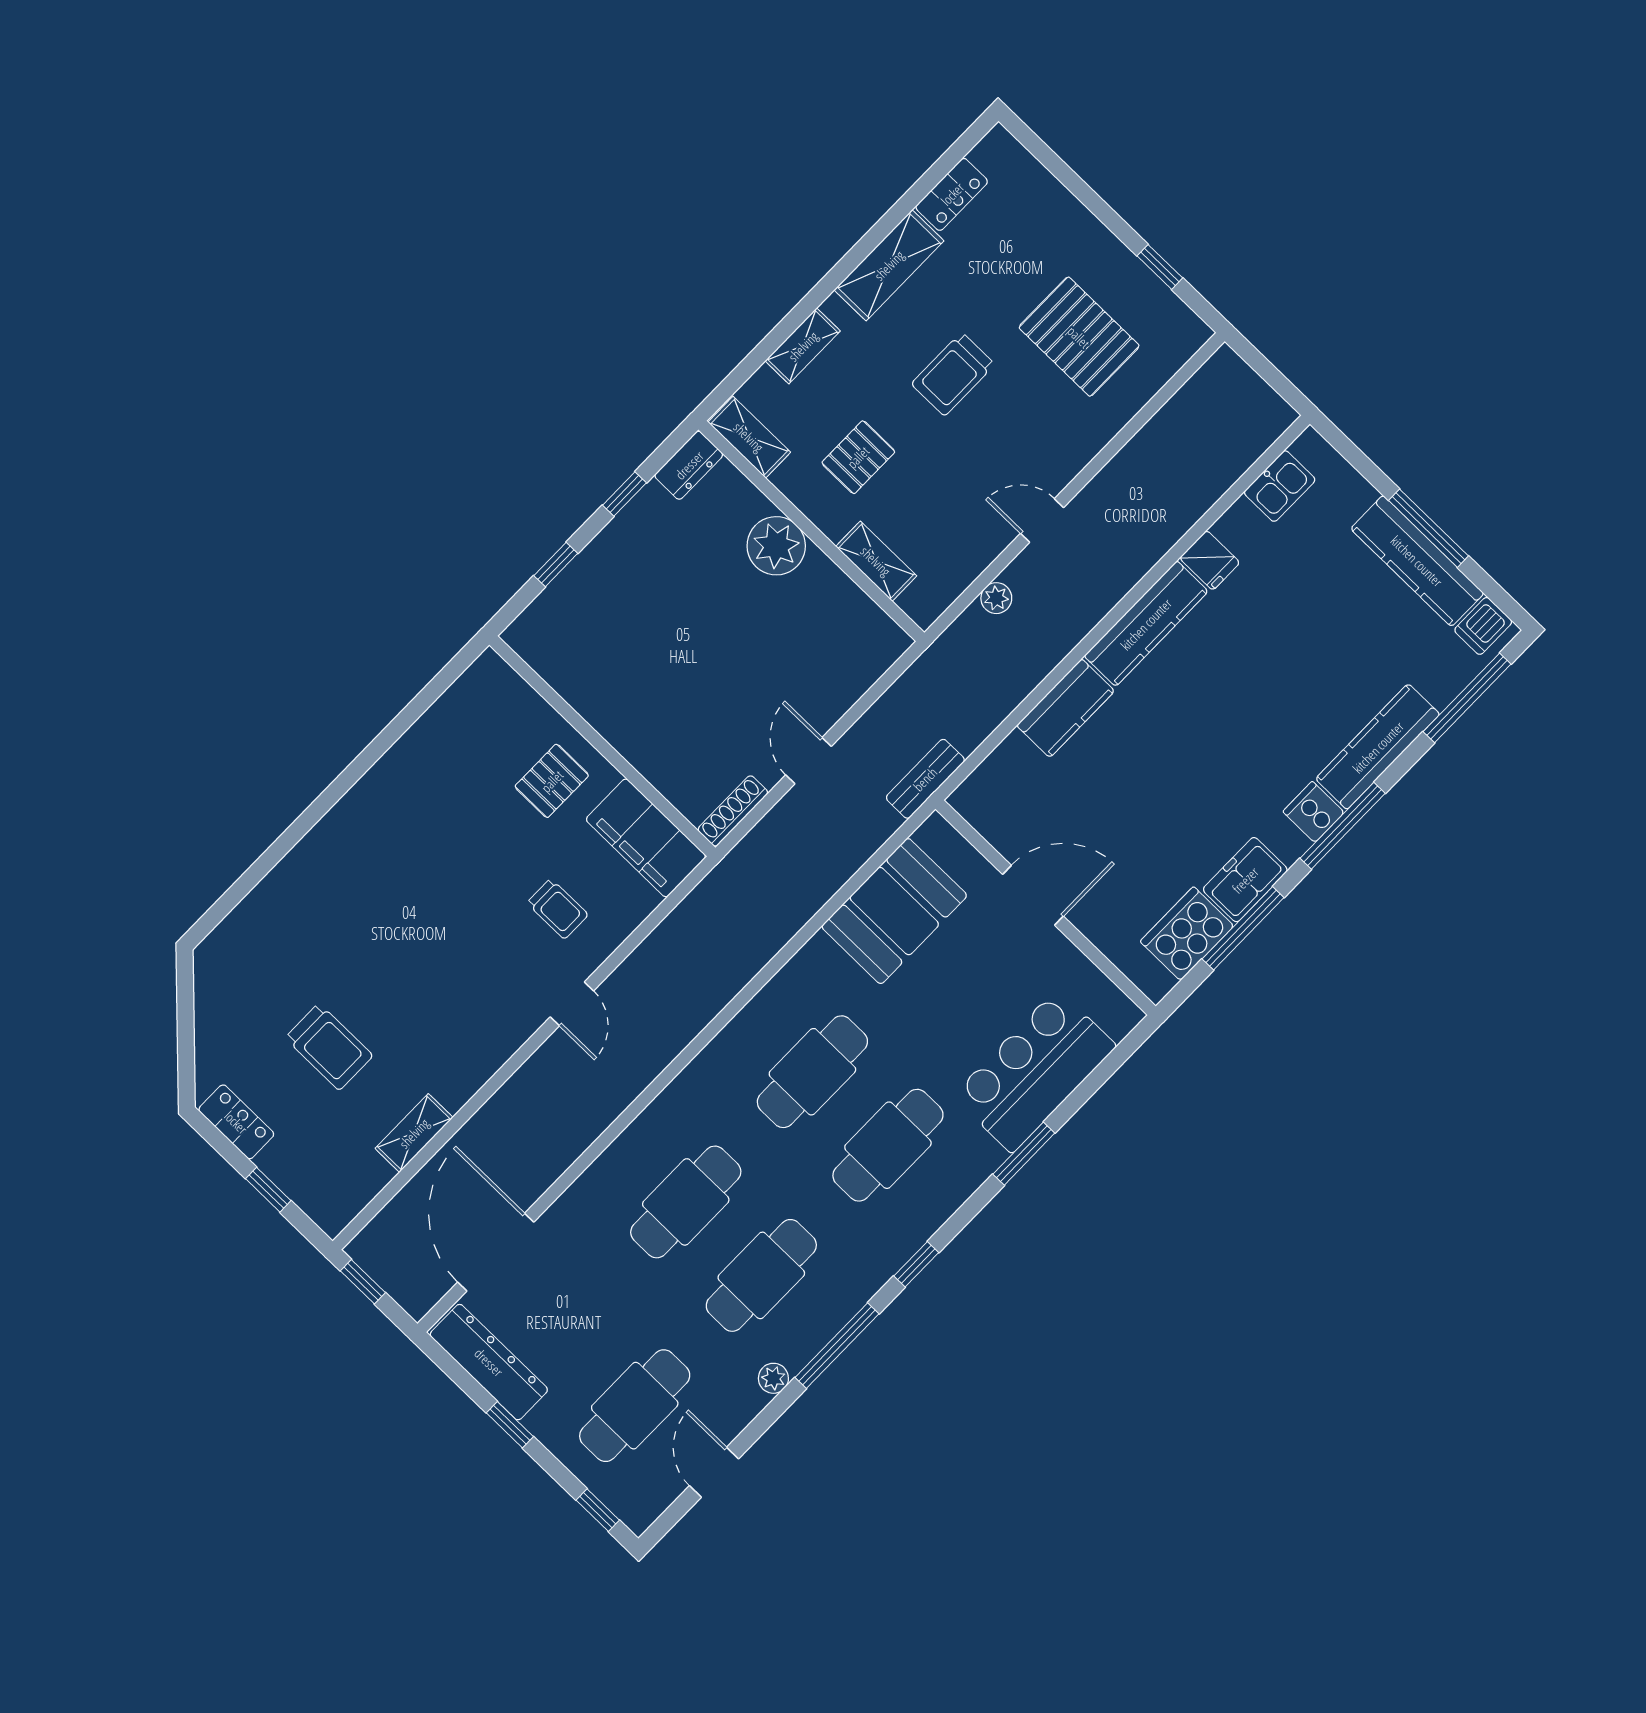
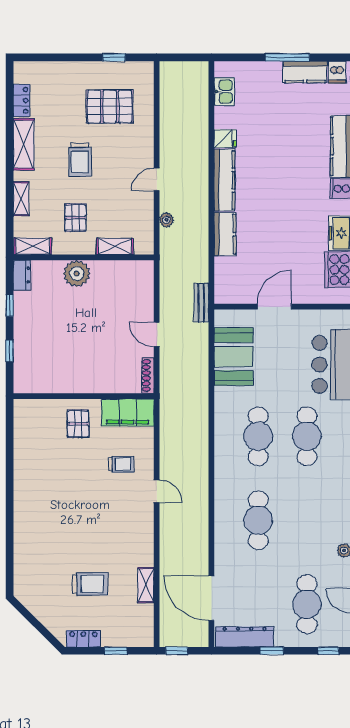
kitchen counter: (1417, 561) -> (305, 72), width x0.67
cafe table: (761, 1275) -> (307, 520), removed

